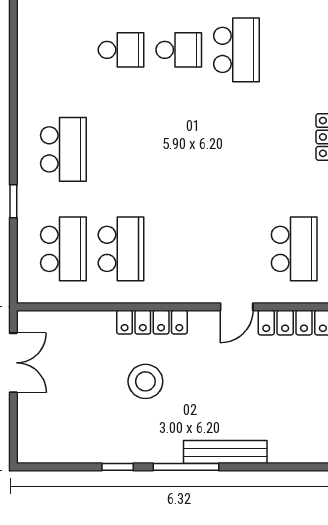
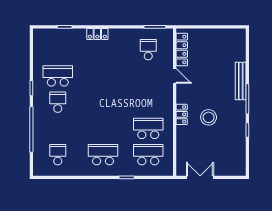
school desk: (121, 50) -> (58, 155), moved
school desk: (294, 249) -> (148, 50), width x0.54
locker: (152, 322) -> (182, 114), width x0.66

